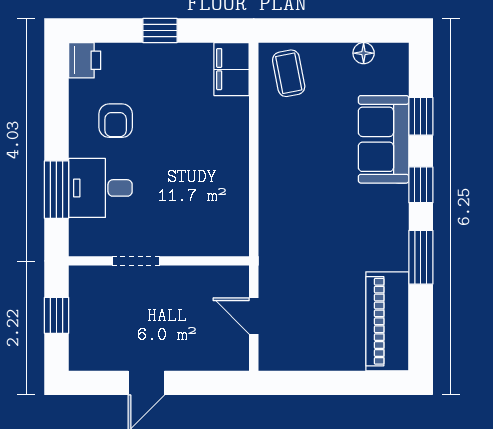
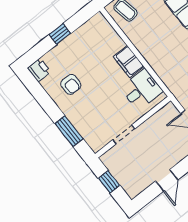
filing cabinet: (232, 69) -> (129, 62), moved
desk: (100, 188) -> (142, 90), moved, turned 180

